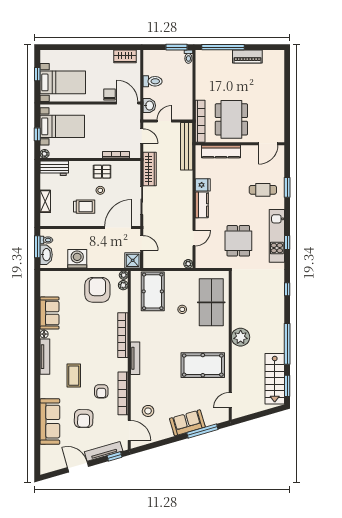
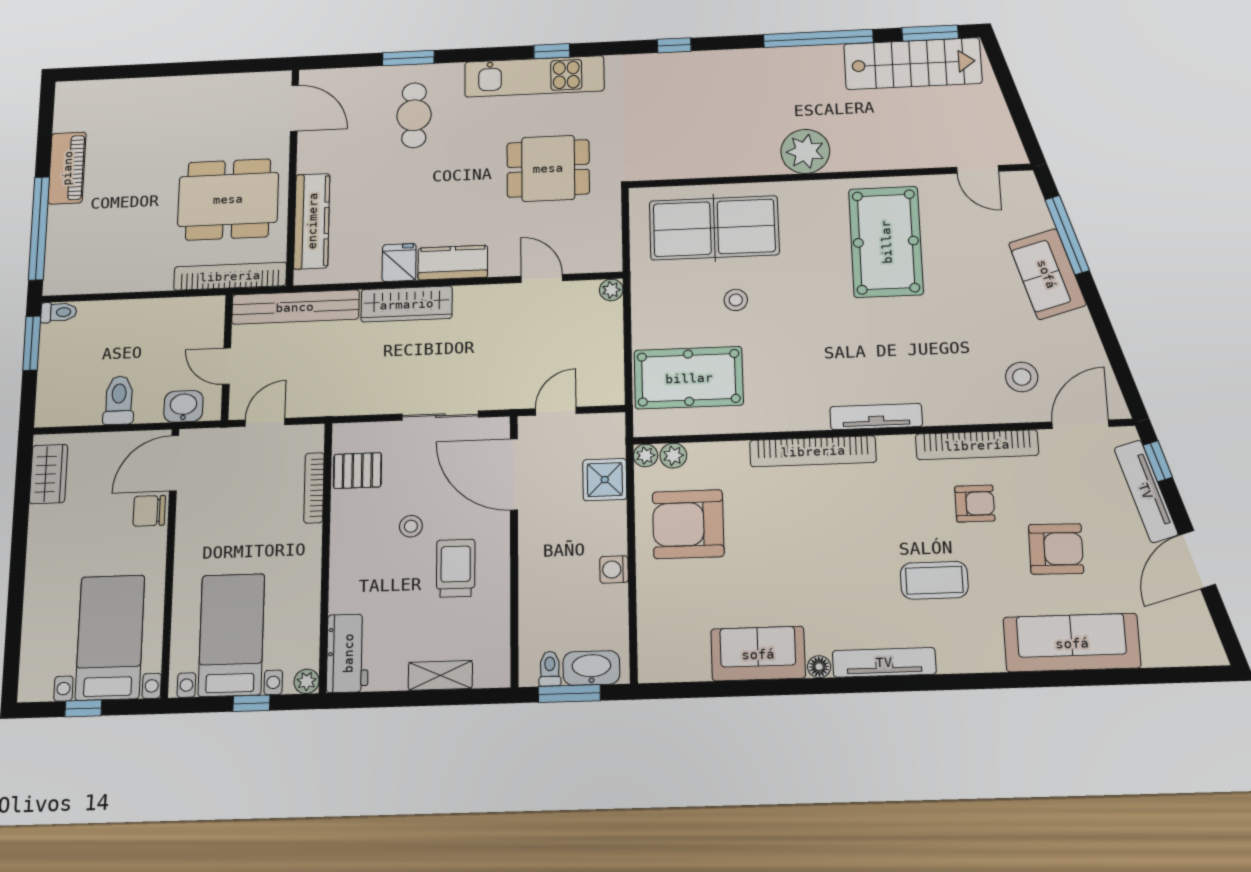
wardrobe: (150, 169) -> (407, 304), moved, turned 180
pallet: (102, 172) -> (357, 471), moved, turned 90
washing machine: (77, 259) -> (614, 569), width x0.53, depth x0.53
shower: (133, 260) -> (605, 480), moved

